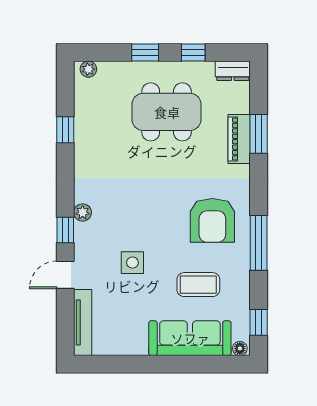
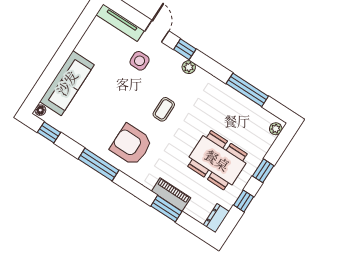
dining table: (167, 112) -> (217, 160), turned 90
window: (65, 130) -> (247, 90), width x2.17
side table: (132, 263) -> (140, 61), moved
coffee table: (198, 285) -> (164, 109), moved, width x0.73, depth x0.77

